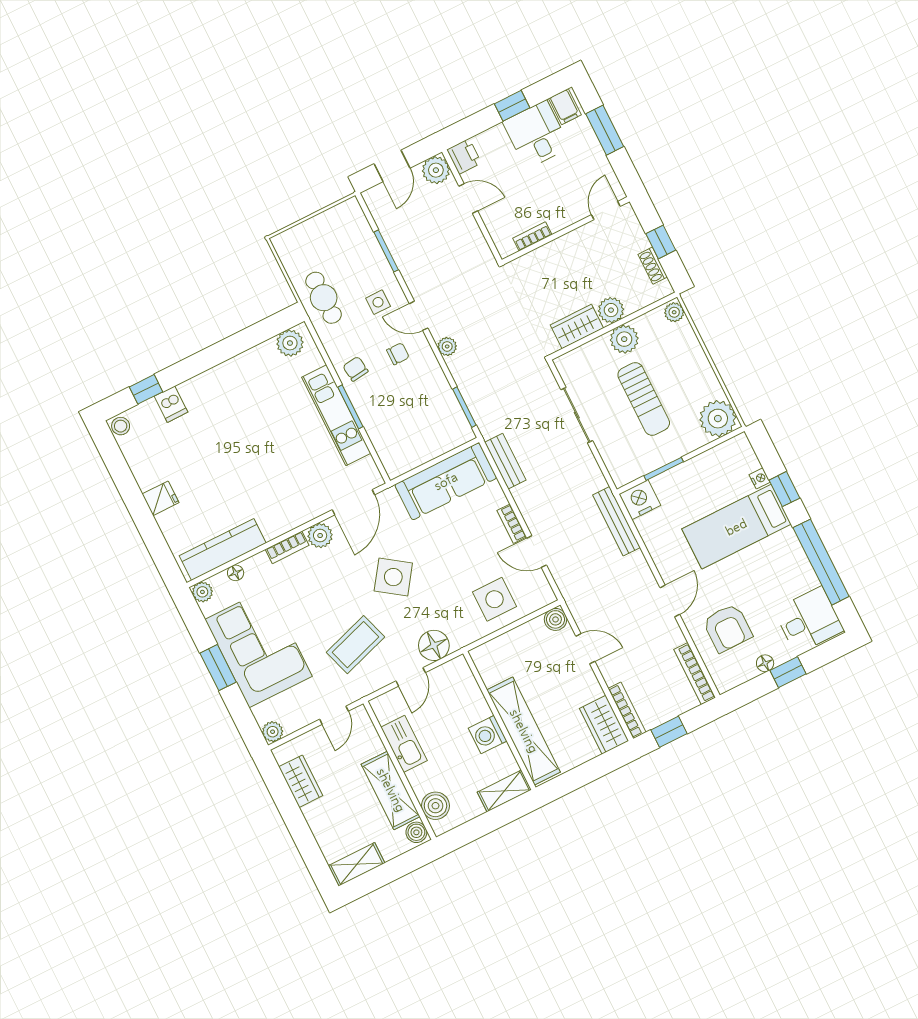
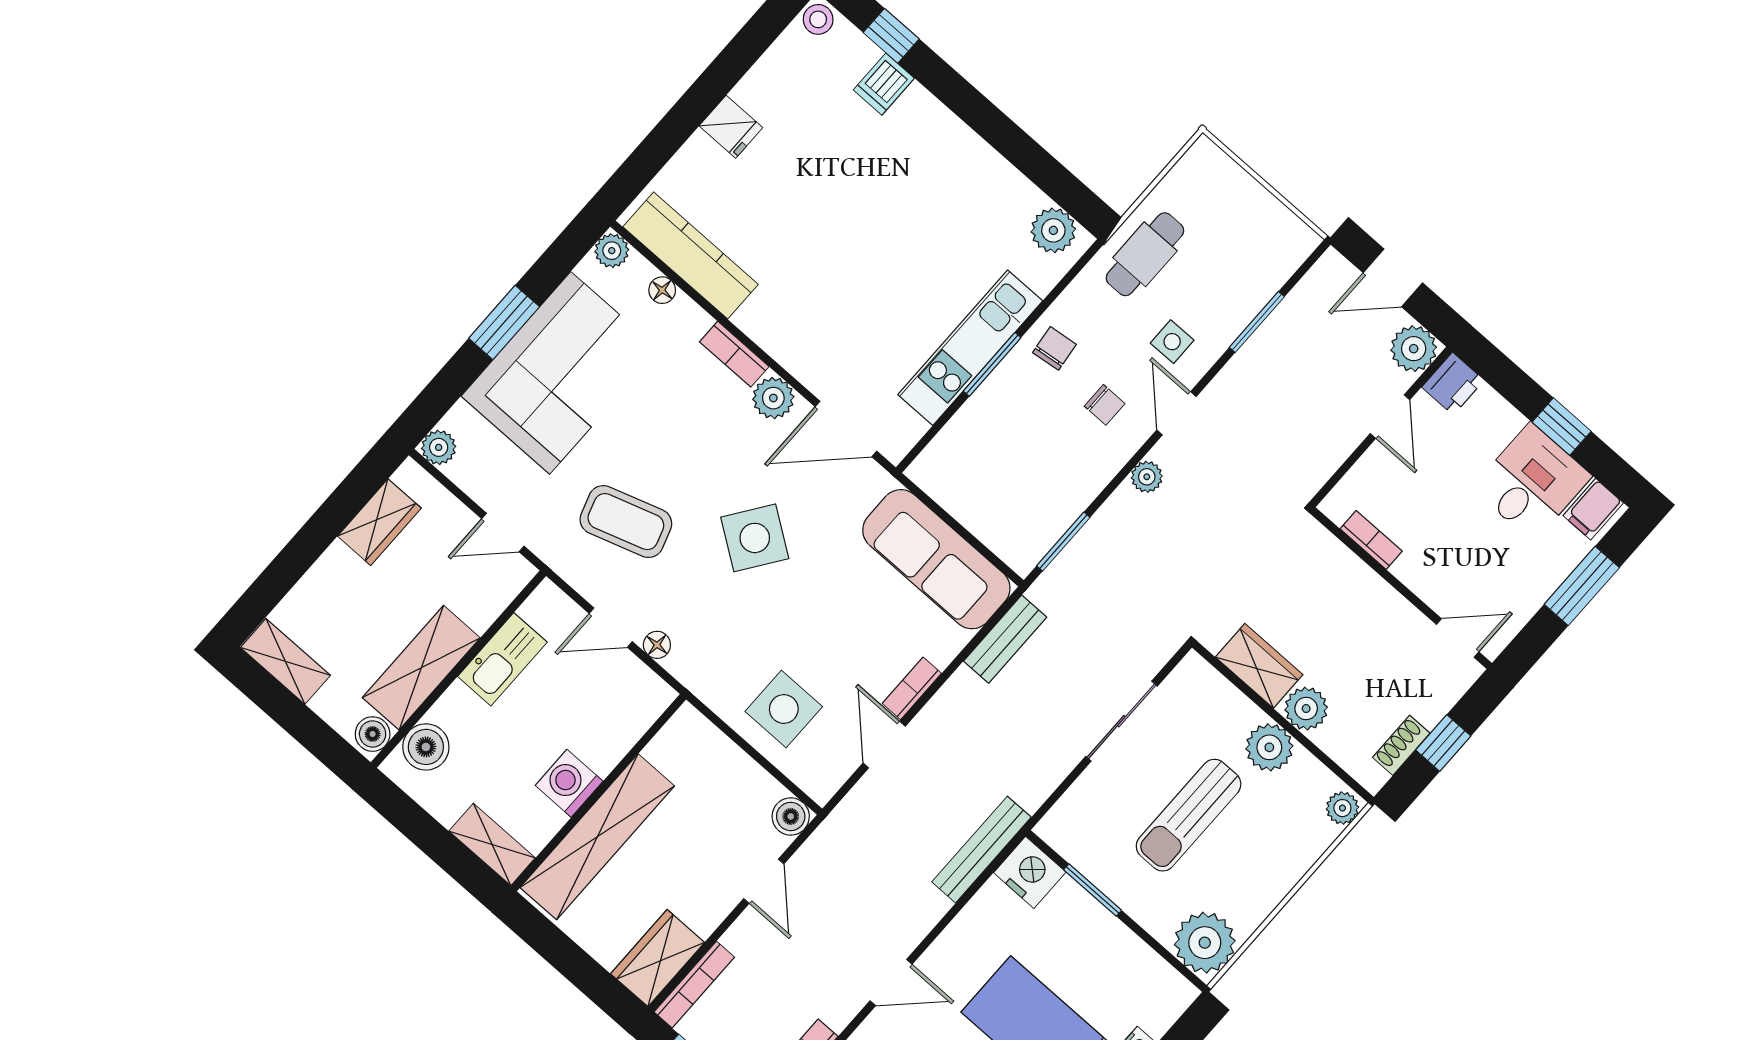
floor lamp: (434, 645) -> (657, 645), width x0.53, depth x0.53

